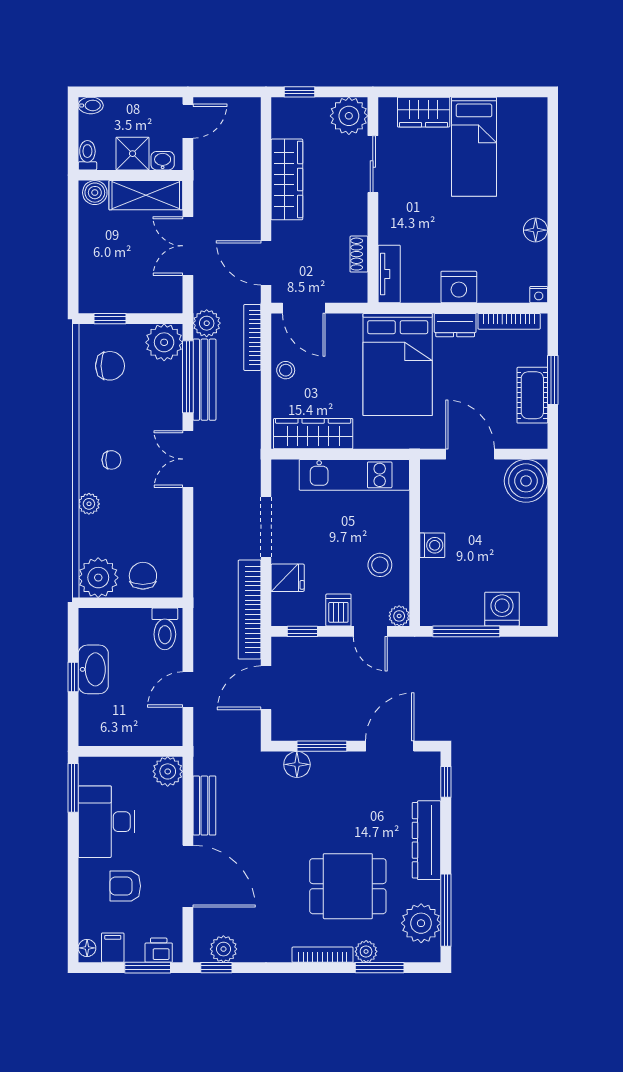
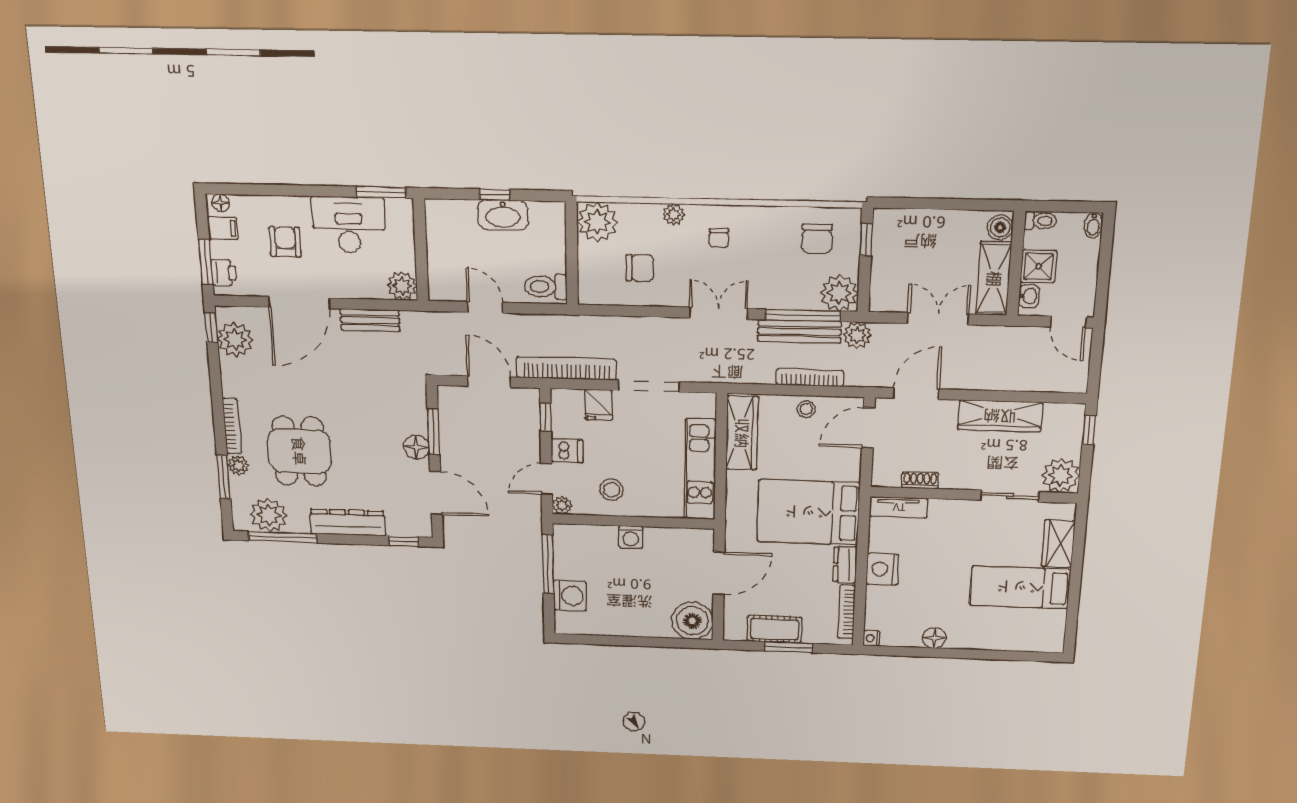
bookcase: (252, 337) -> (810, 378), moved
chair: (143, 576) -> (640, 268), moved
floor lamp: (297, 764) -> (416, 447), moved
plant: (223, 949) -> (235, 339), width x1.36, depth x1.36

